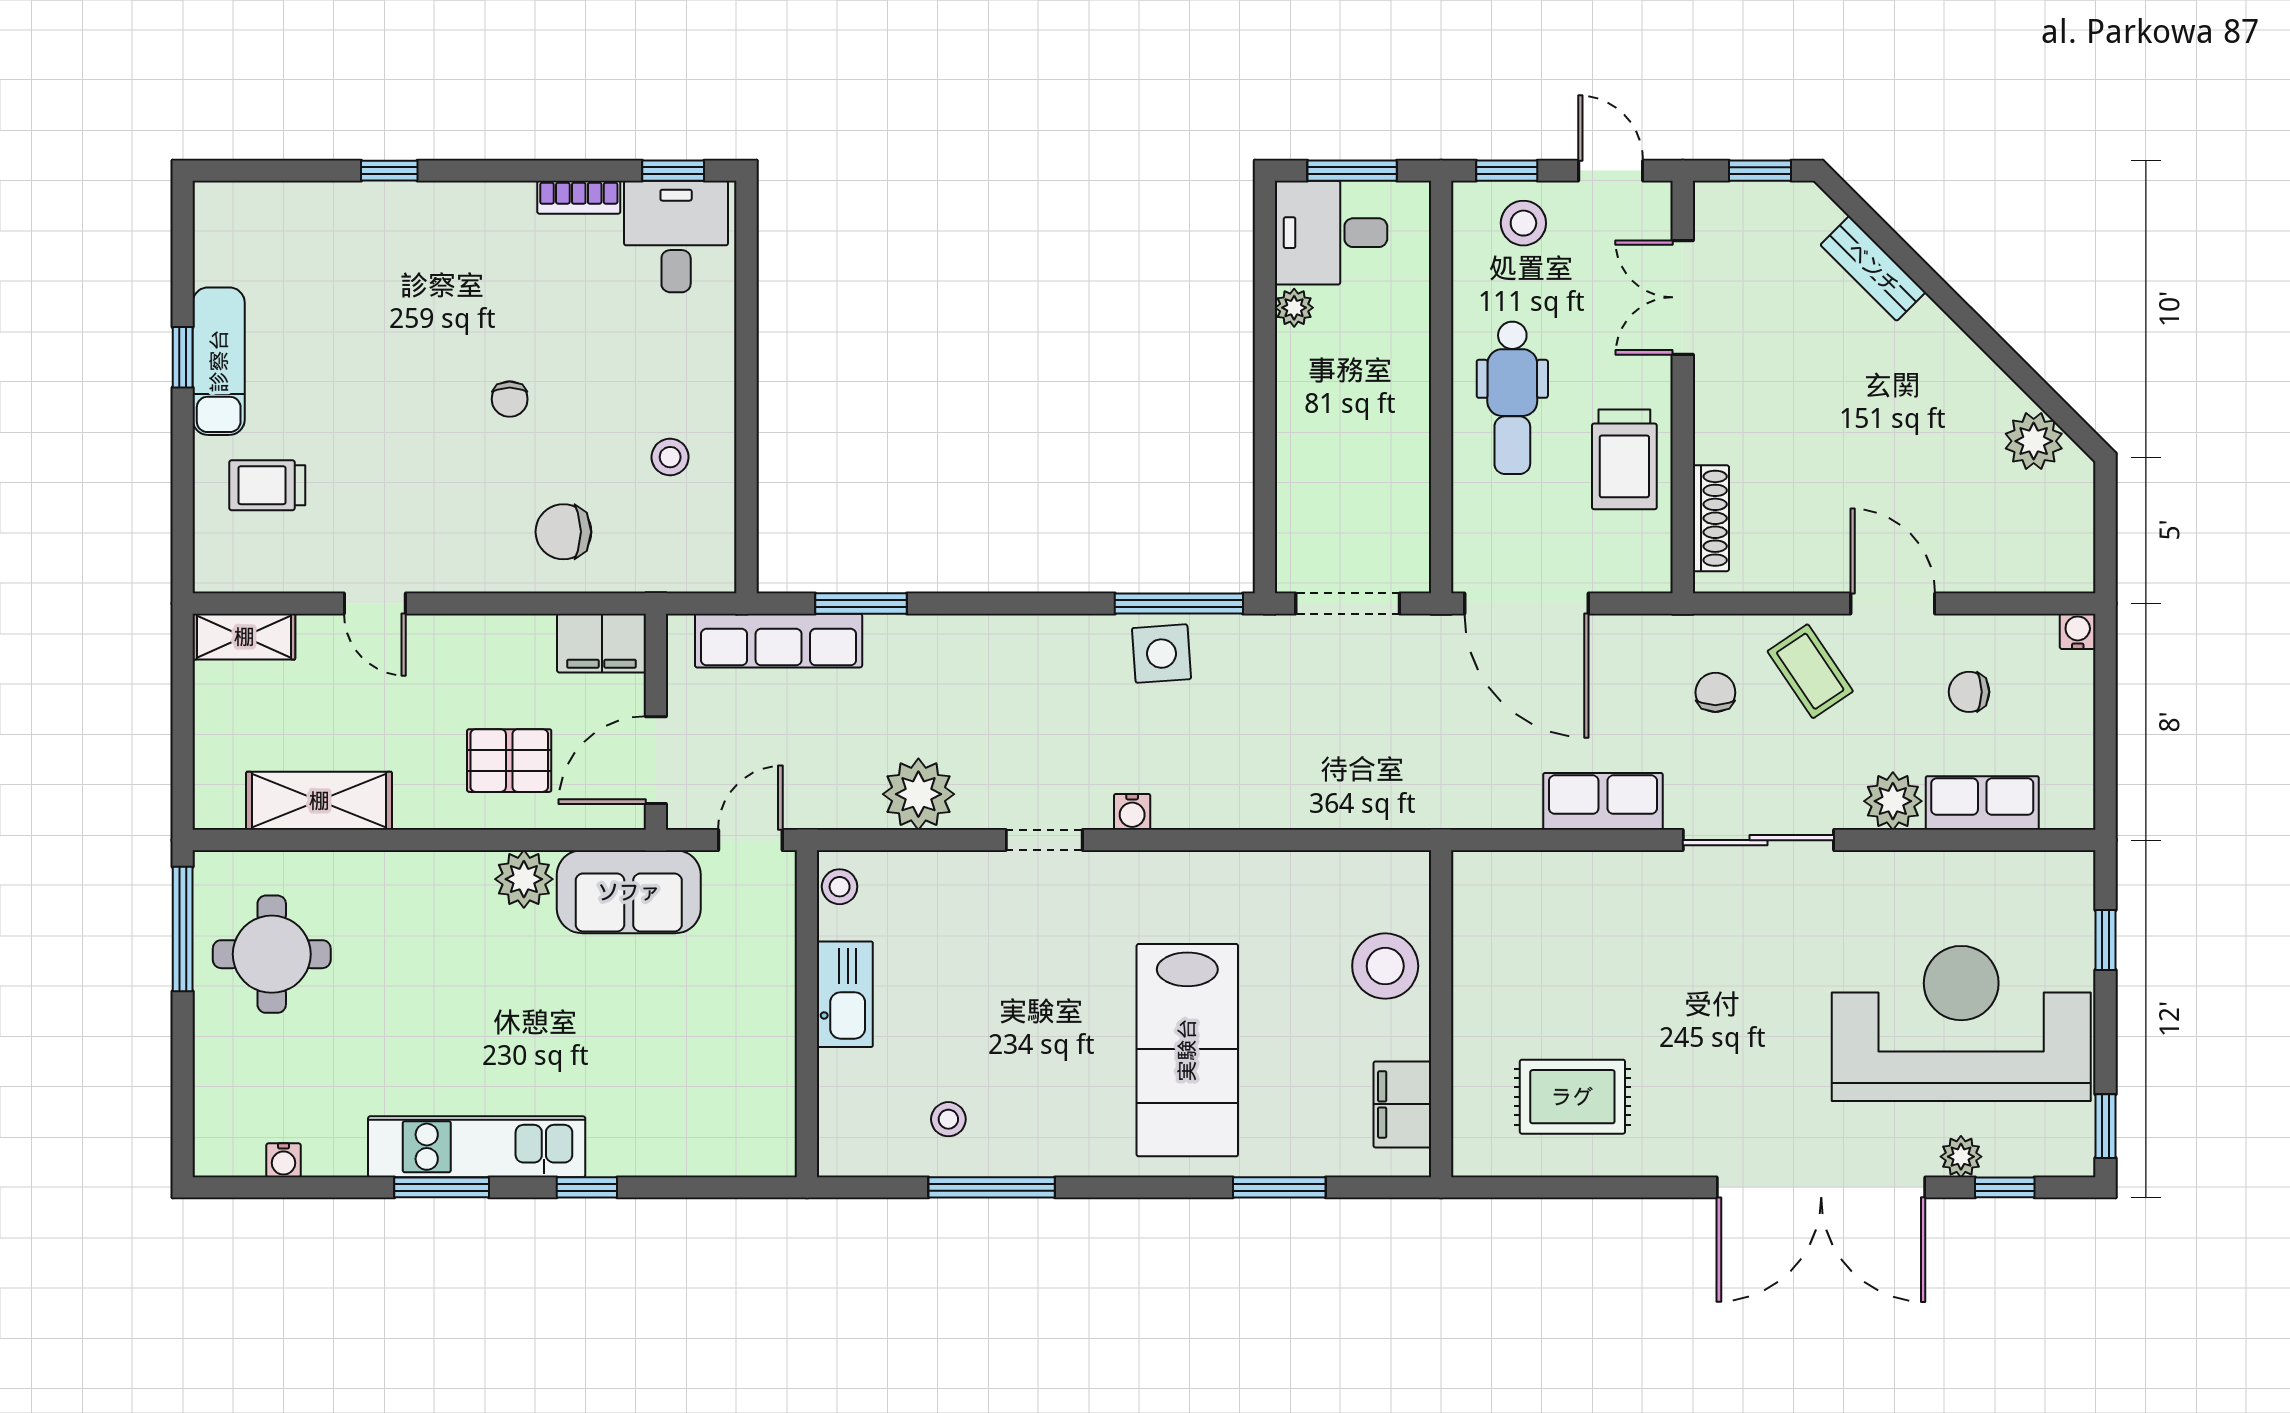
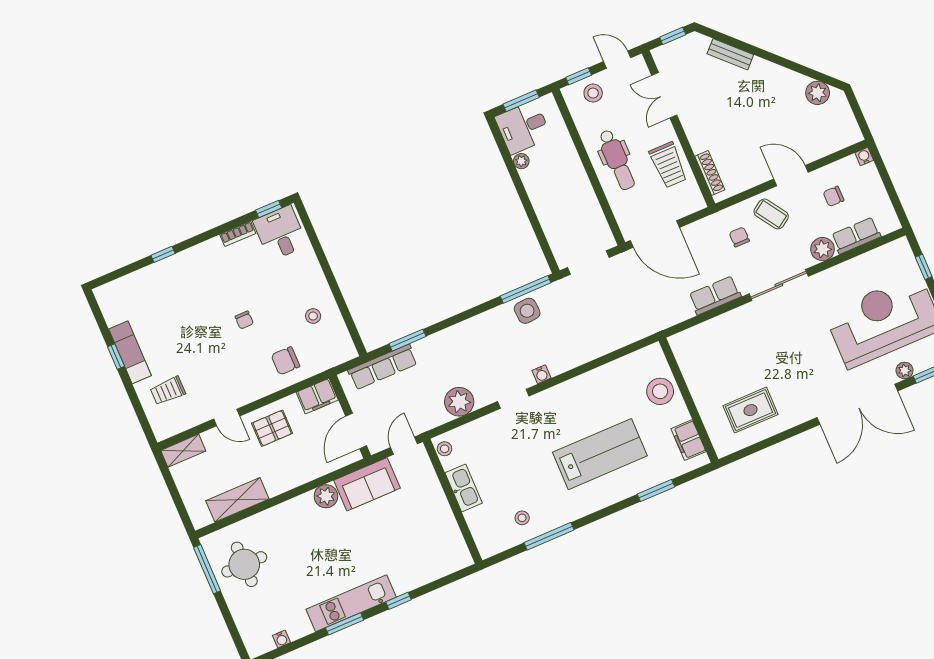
pallet: (509, 761) -> (272, 428), moved
lab bench: (1187, 1050) -> (600, 454), turned -90

